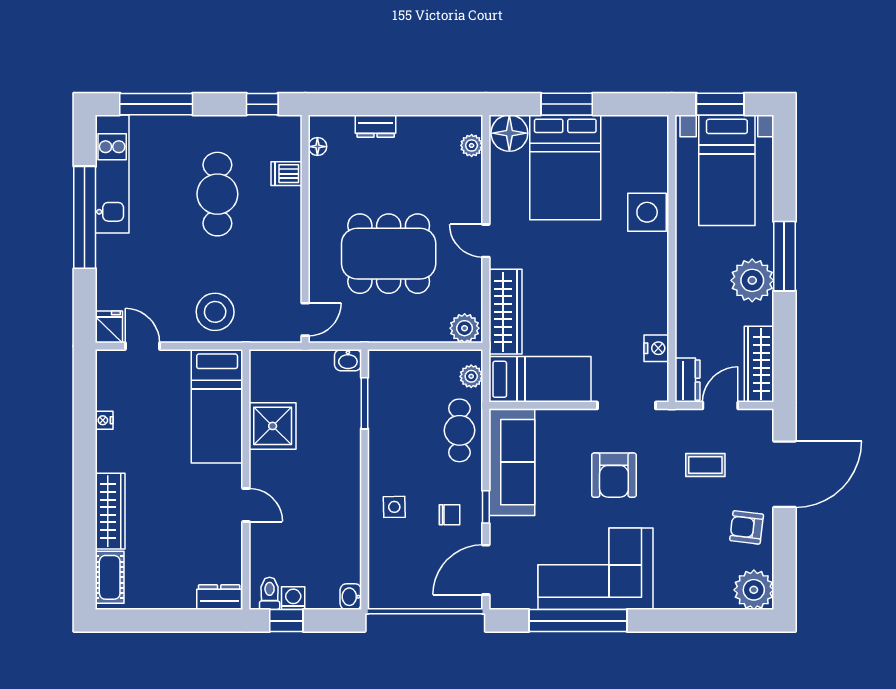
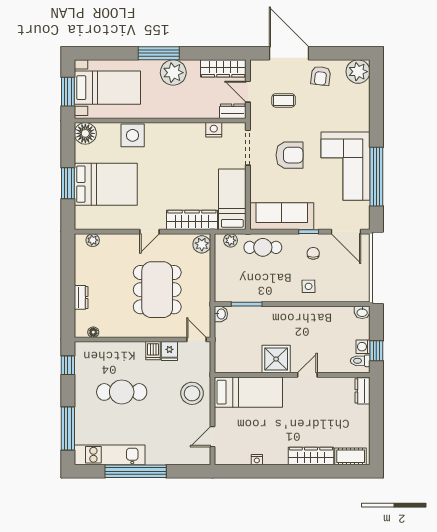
floor lamp: (509, 133) -> (85, 133), moved
dishwasher: (287, 174) -> (153, 351), moved
fridge: (109, 327) -> (169, 351), moved, turned -90
shower: (273, 426) -> (276, 359), moved
coffee table: (705, 465) -> (284, 100), turned 90

